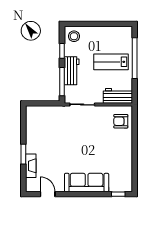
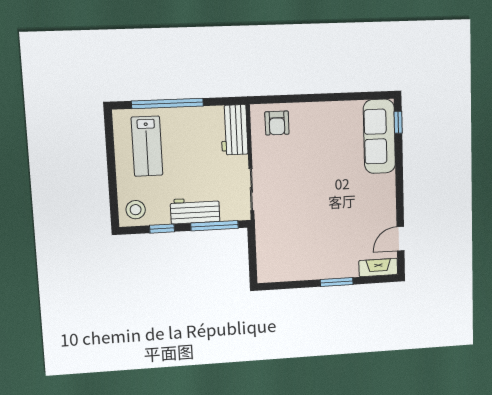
lab bench: (111, 62) -> (147, 146), moved
fireplace: (31, 166) -> (378, 267), moved
sofa: (87, 183) -> (379, 136), moved

